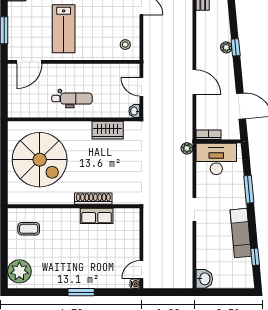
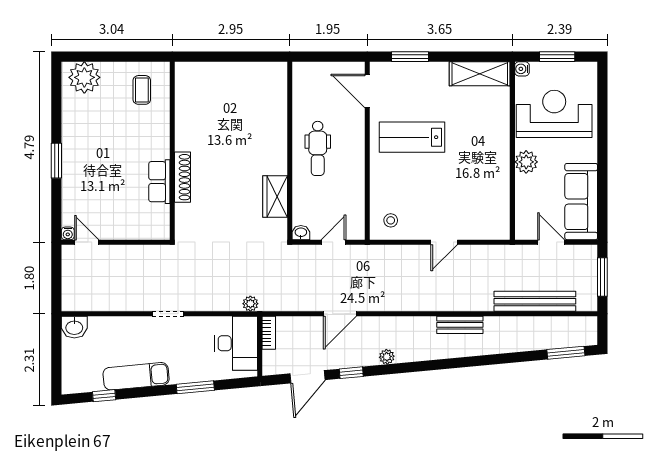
window: (236, 47) -> (351, 373), moved
spiral stairs: (40, 160) -> (235, 105), removed

